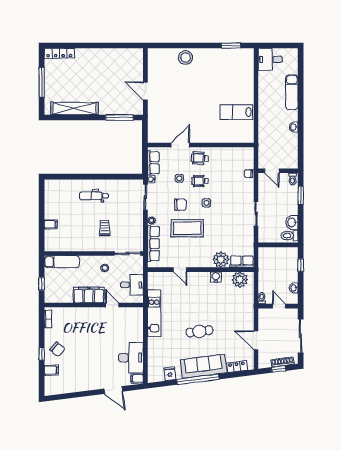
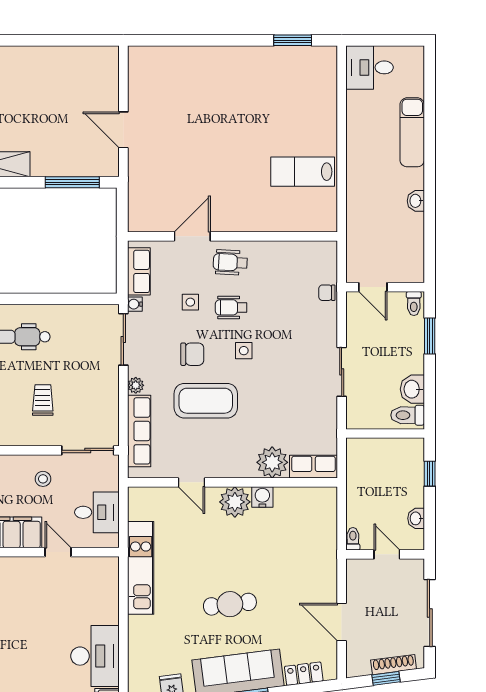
stool: (185, 58) -> (202, 64), removed
plant: (240, 280) -> (235, 502), moved

